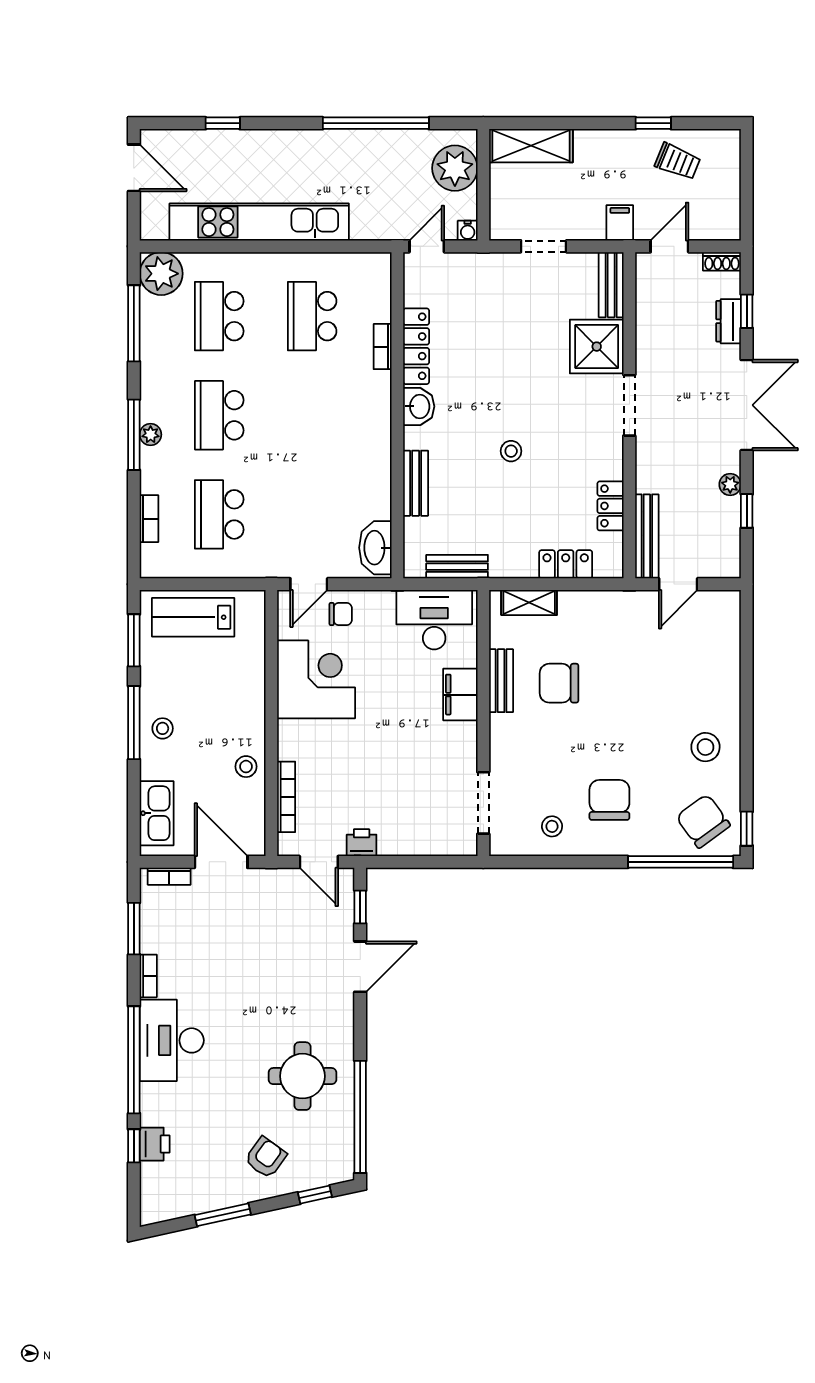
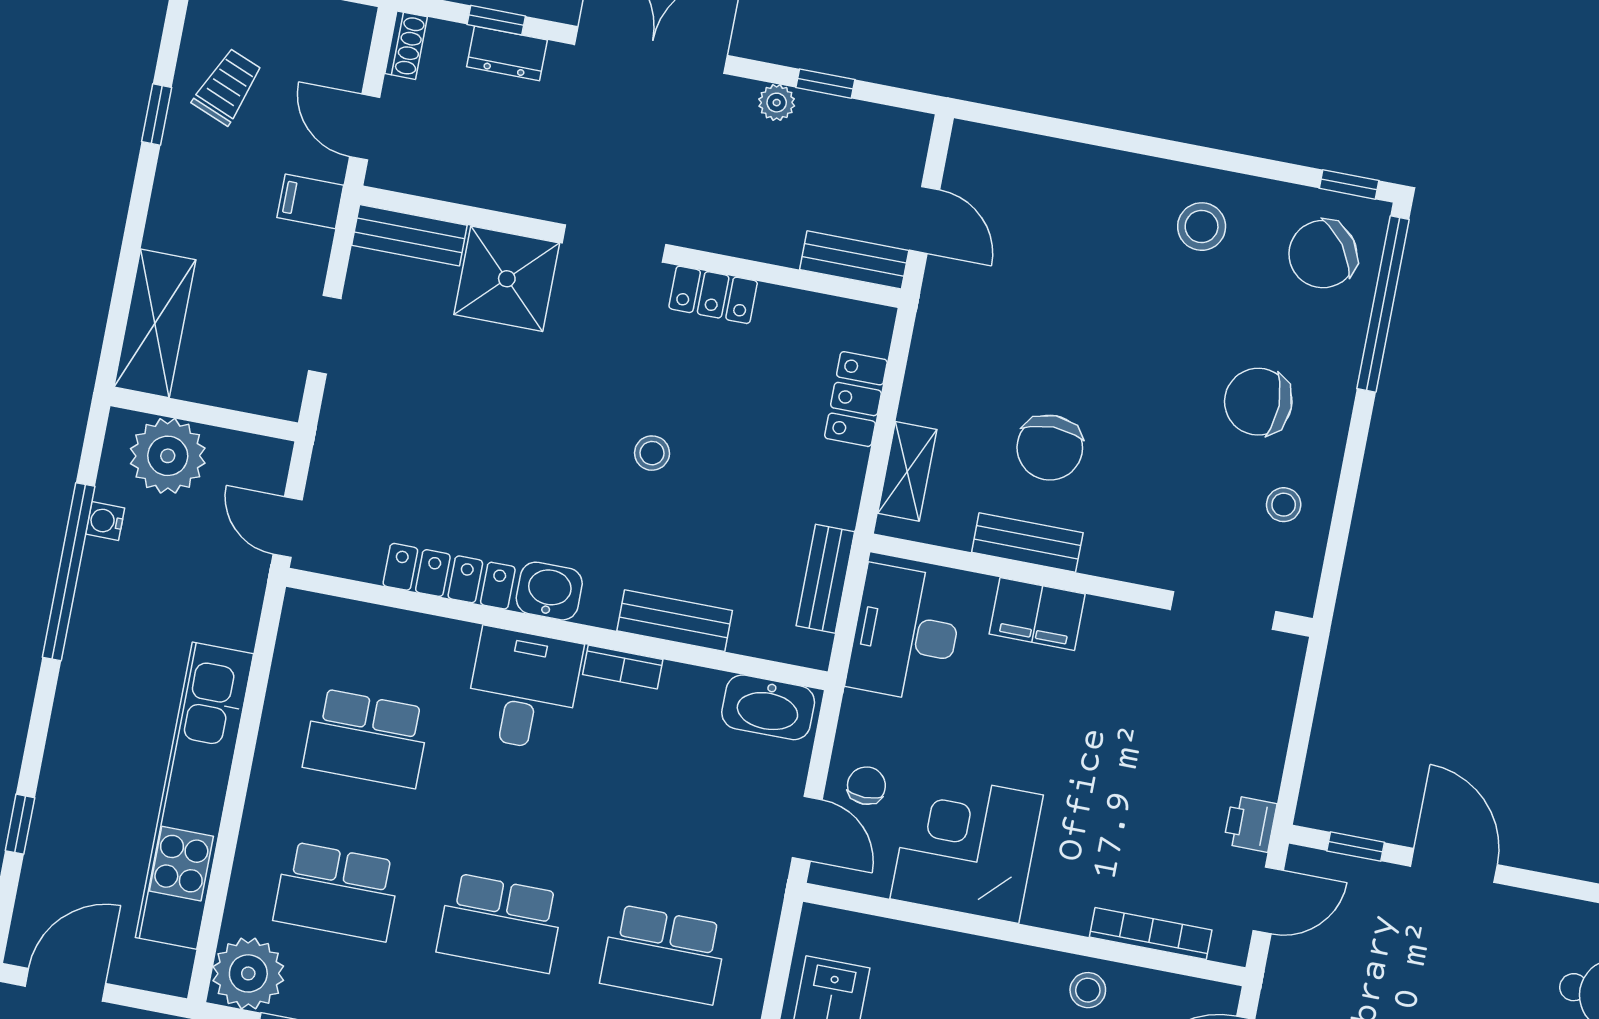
water cooler: (468, 231) -> (105, 521), moved, turned 180
bookcase: (383, 347) -> (623, 667), moved
desk: (358, 402) -> (523, 689), added
locker: (611, 506) -> (713, 295), moved
bench: (647, 536) -> (854, 260), width x0.73

